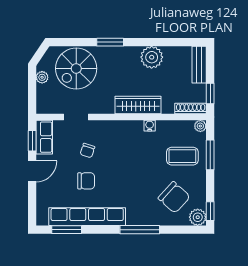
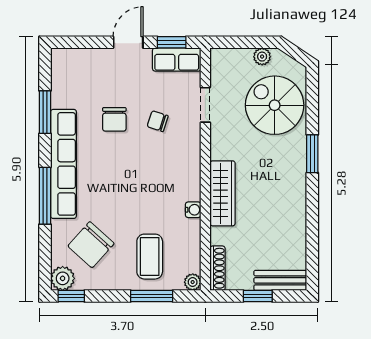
plant: (152, 57) -> (291, 213), removed
window: (210, 94) -> (258, 296), moved
door: (32, 171) -> (128, 42), swing flipped
row of seats: (87, 217) -> (63, 164), moved
window: (67, 230) -> (45, 112), moved

